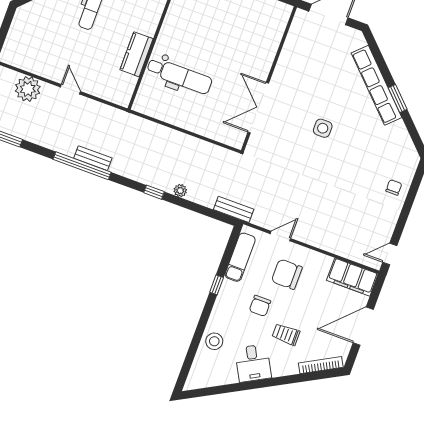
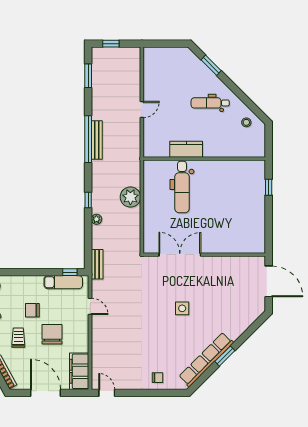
row of seats: (377, 85) -> (206, 360), moved
plant: (28, 89) -> (130, 197), moved
bench: (93, 158) -> (97, 140), width x1.36
chair: (287, 274) -> (52, 334), moved
window: (217, 285) -> (70, 272), moved

